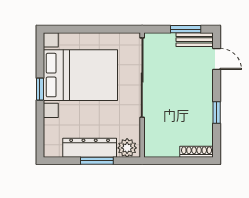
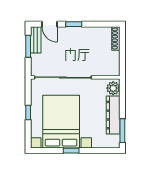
window: (93, 29) -> (28, 112), added
door: (217, 59) -> (50, 24), swing flipped
window: (217, 113) -> (74, 24), moved
window: (97, 161) -> (122, 131), moved

